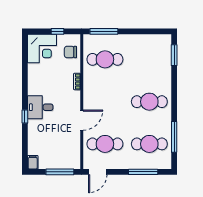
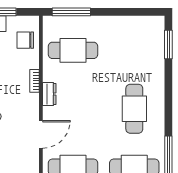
dresser: (88, 91) -> (49, 94), added
cafe table: (149, 102) -> (134, 109), turned 90

